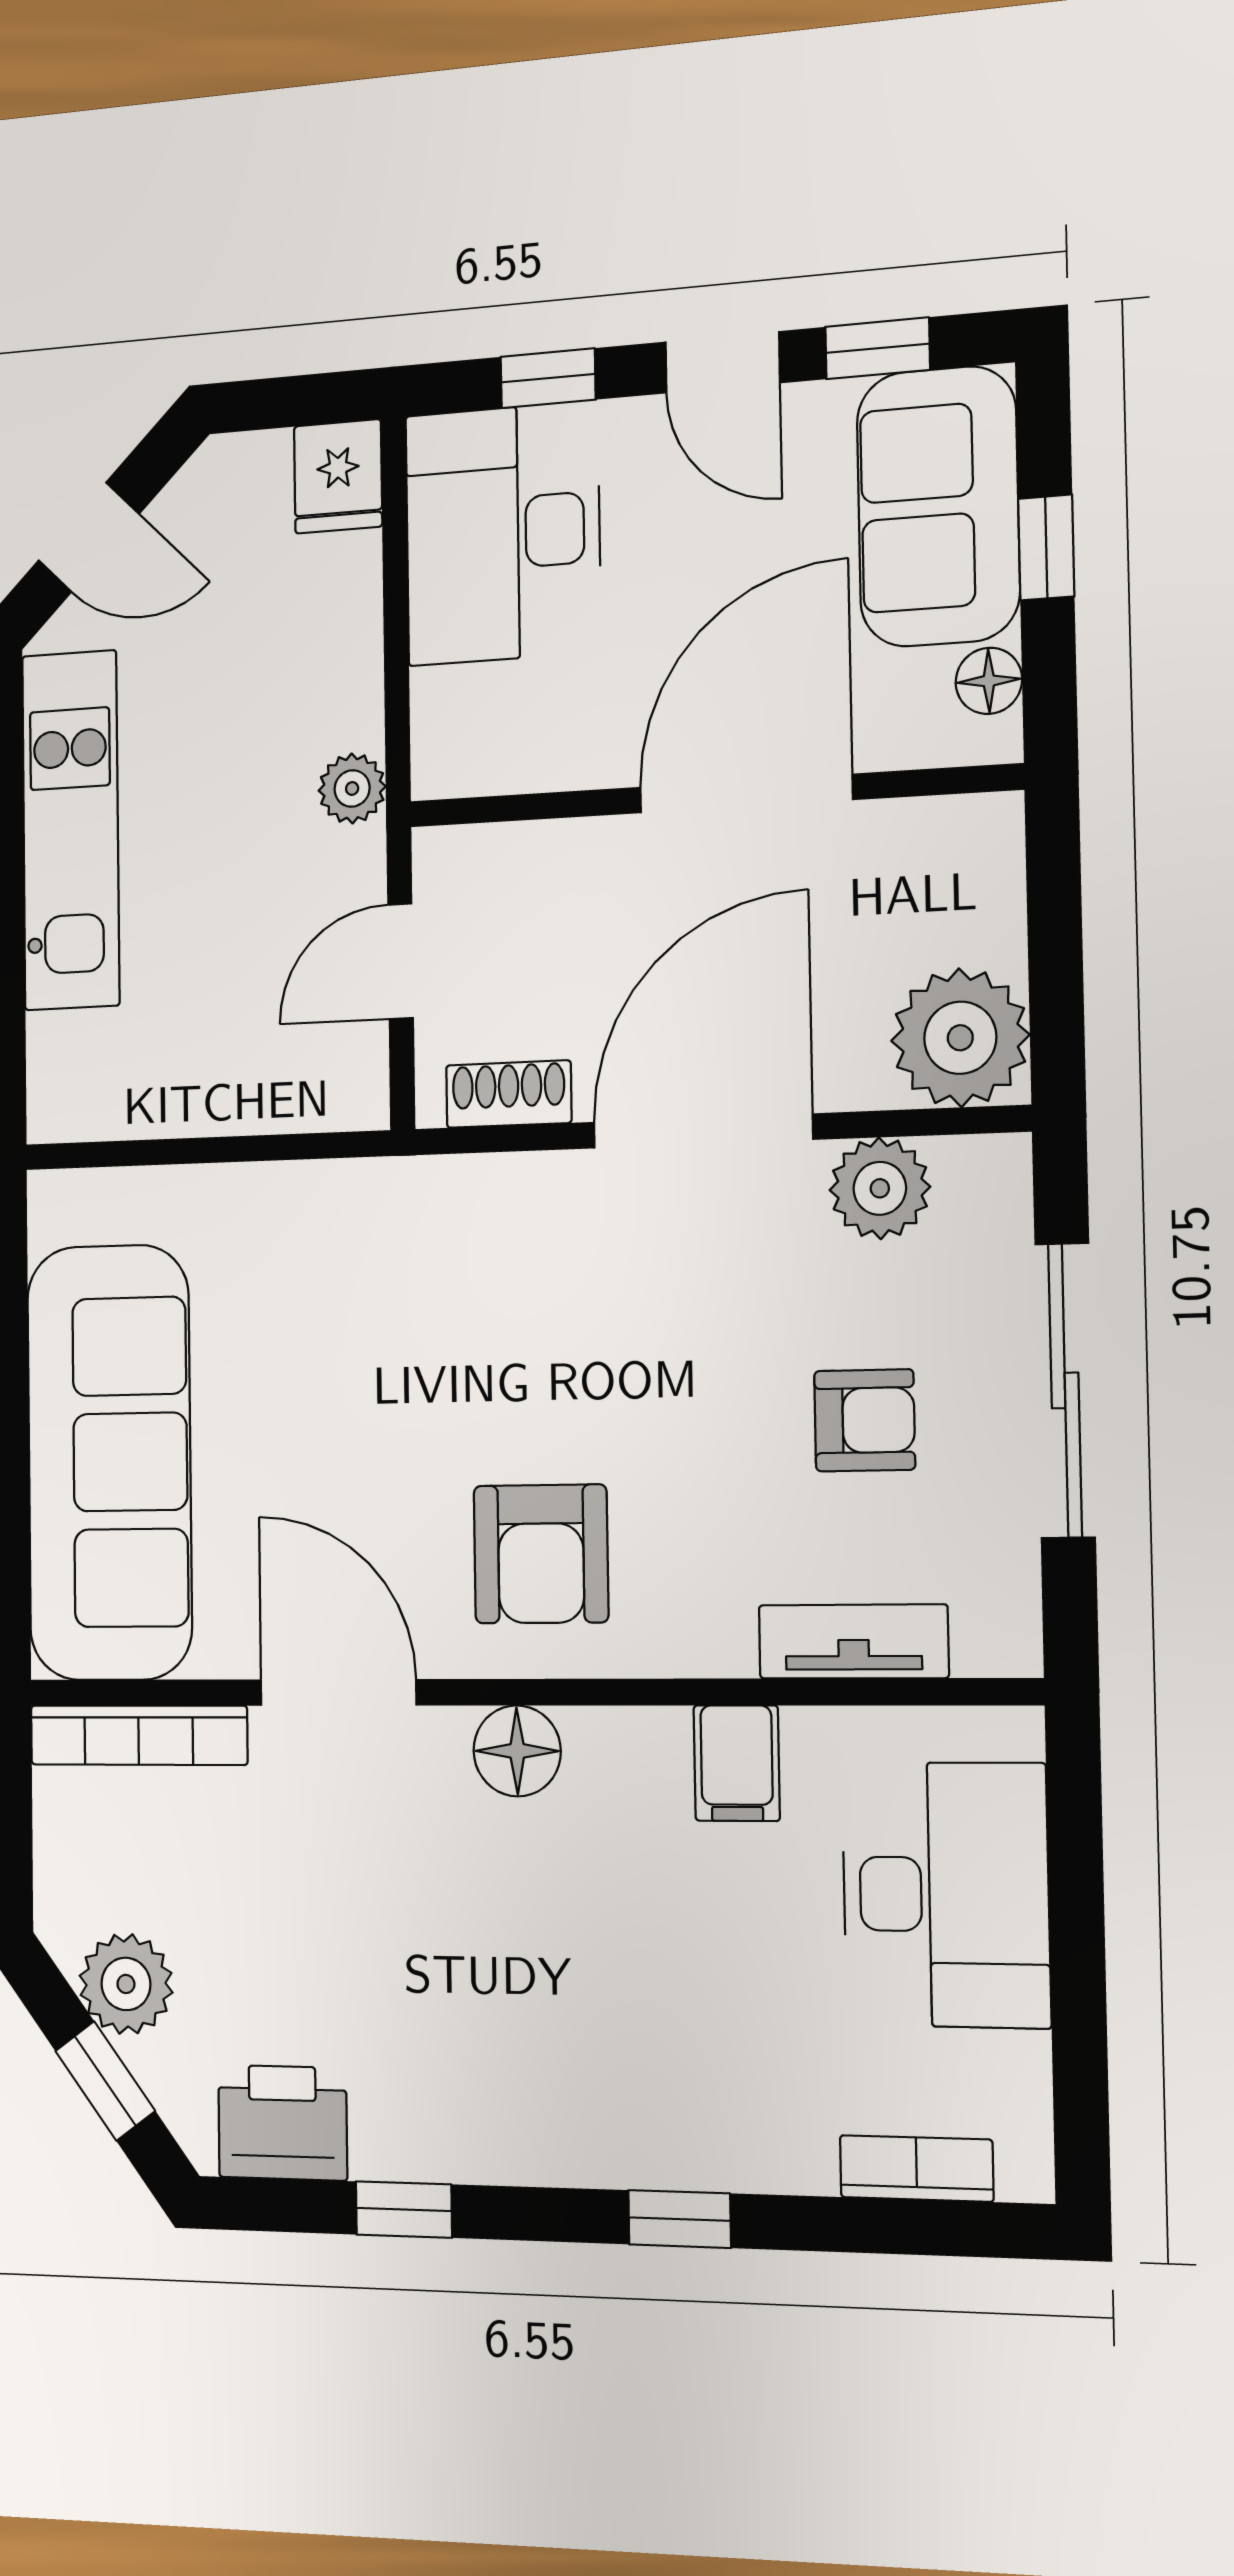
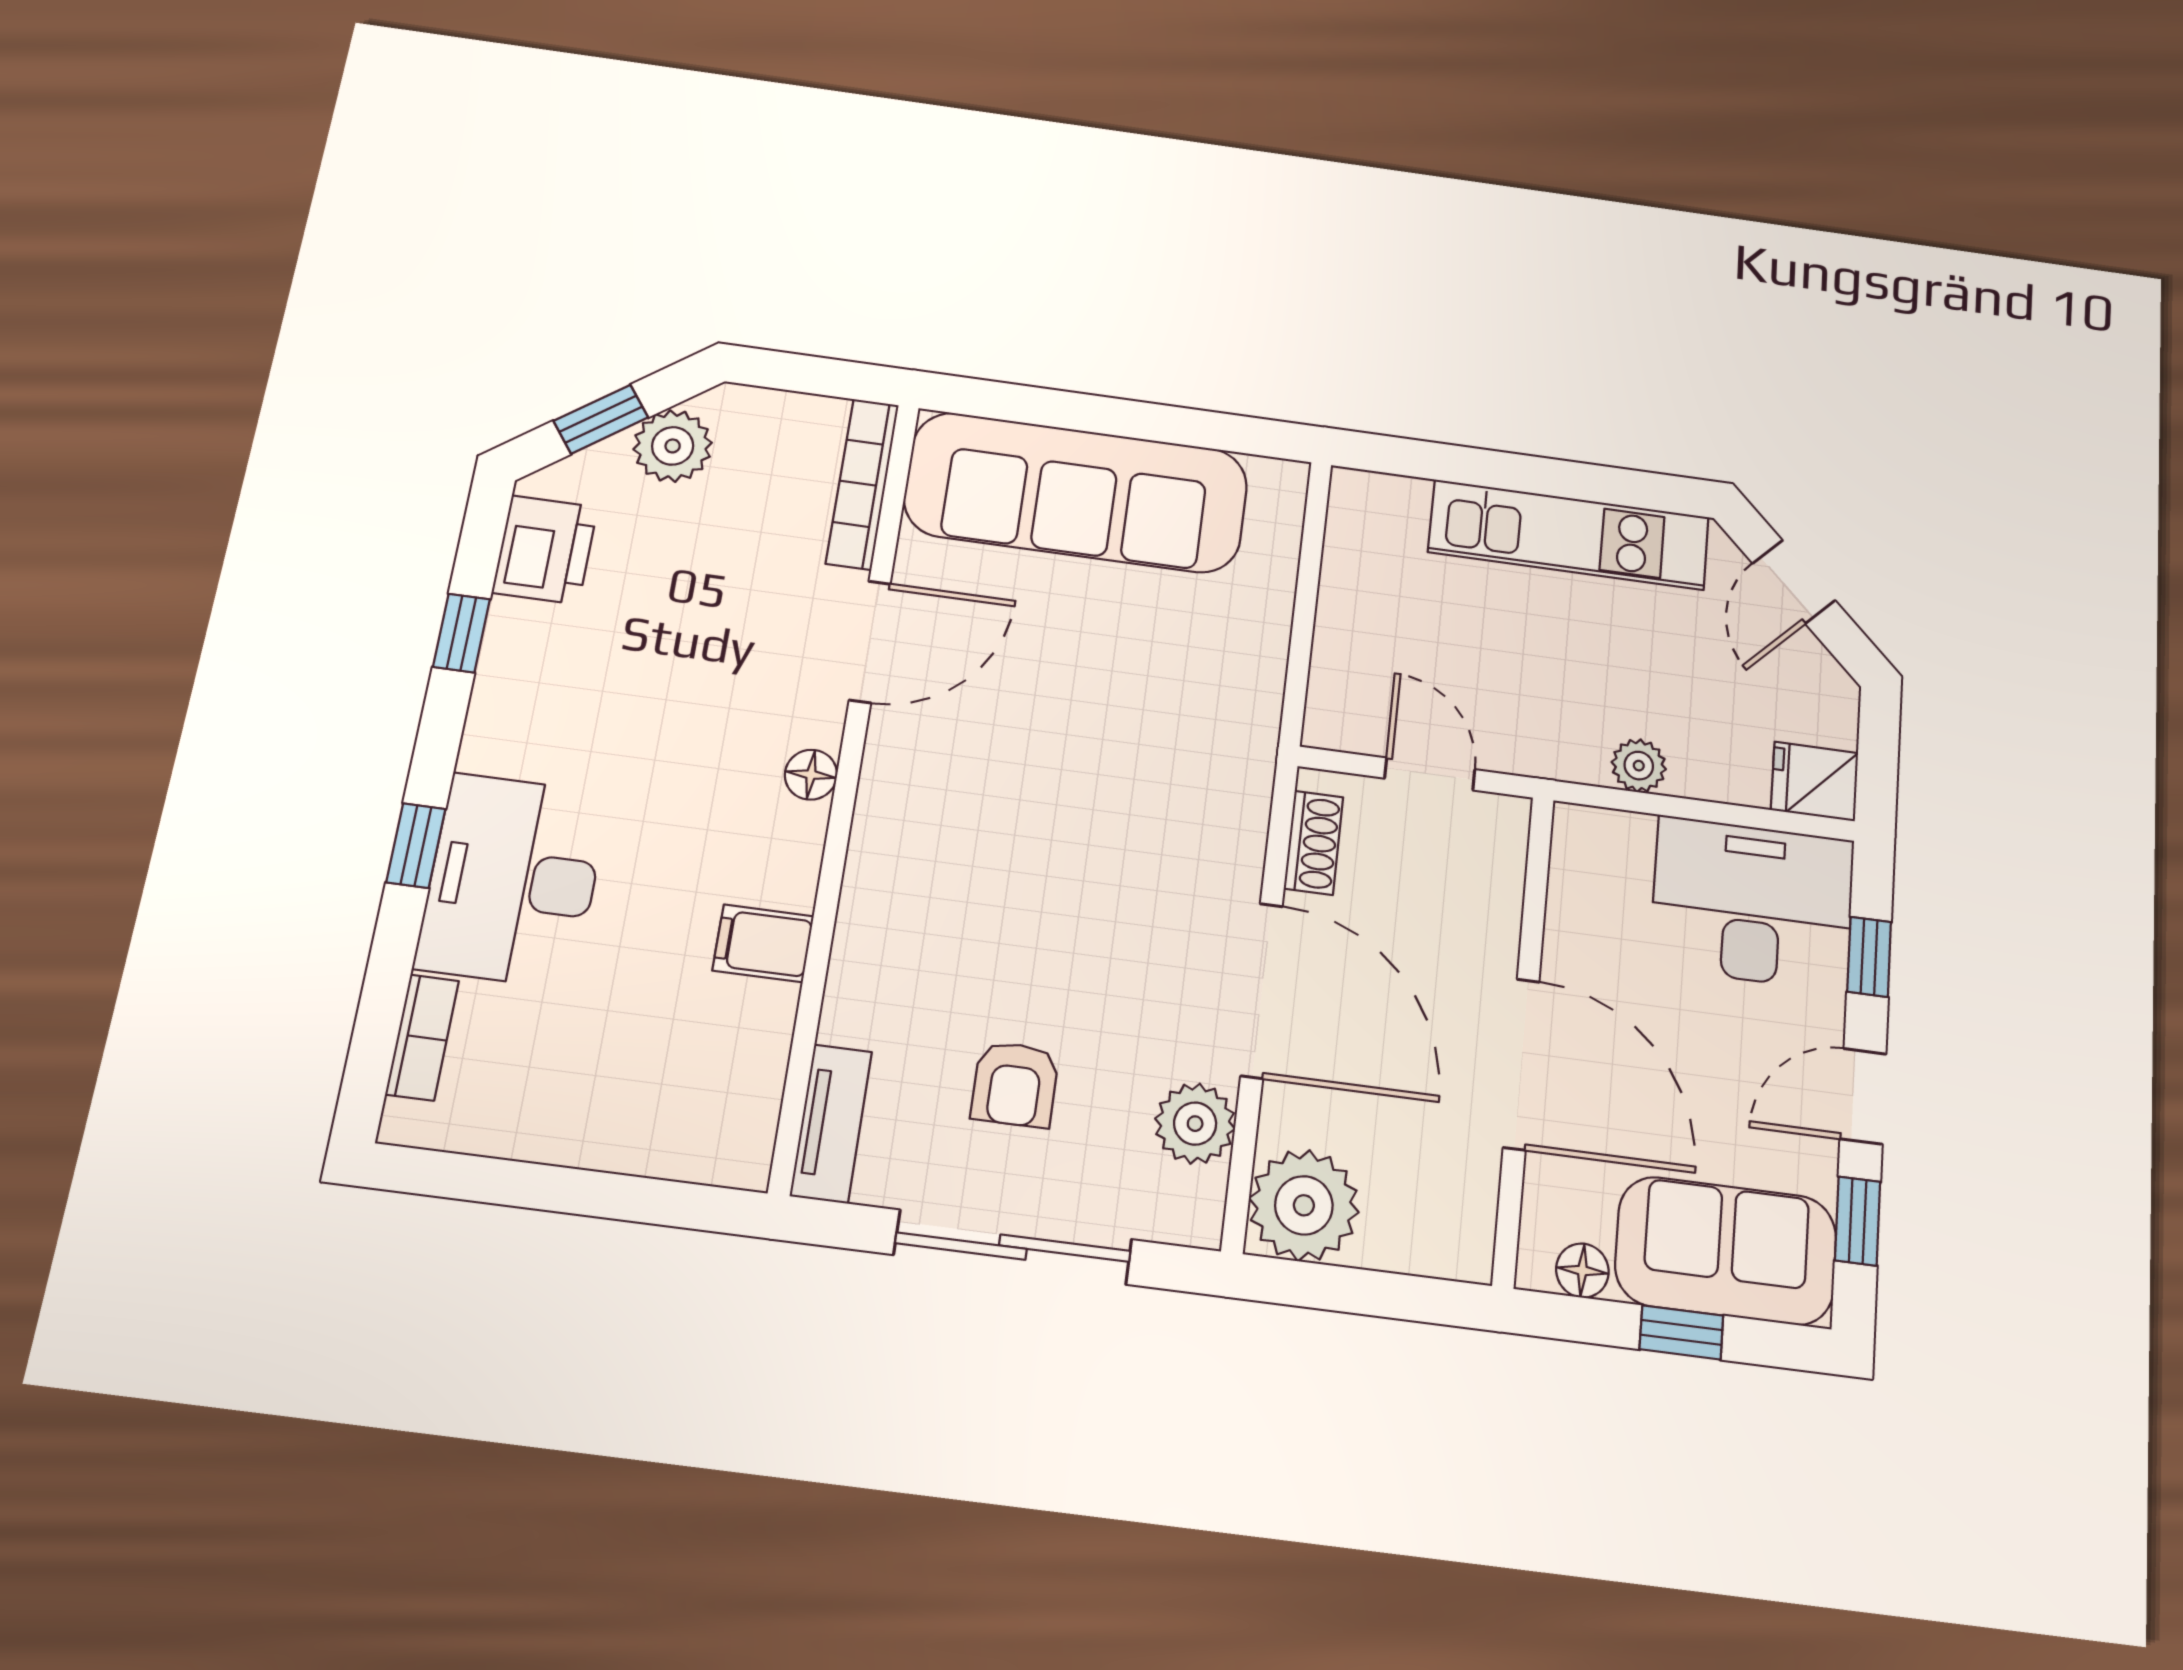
plant: (352, 788) -> (1639, 766), moved
armchair: (541, 1554) -> (951, 815), removed
tv unit: (853, 1642) -> (831, 1124), moved
floor lamp: (517, 1751) -> (811, 775), width x0.73, depth x0.73
desk: (946, 1894) -> (513, 880), moved, turned 90

